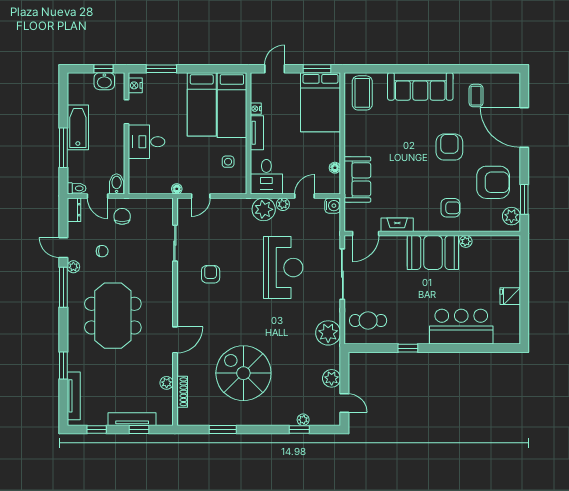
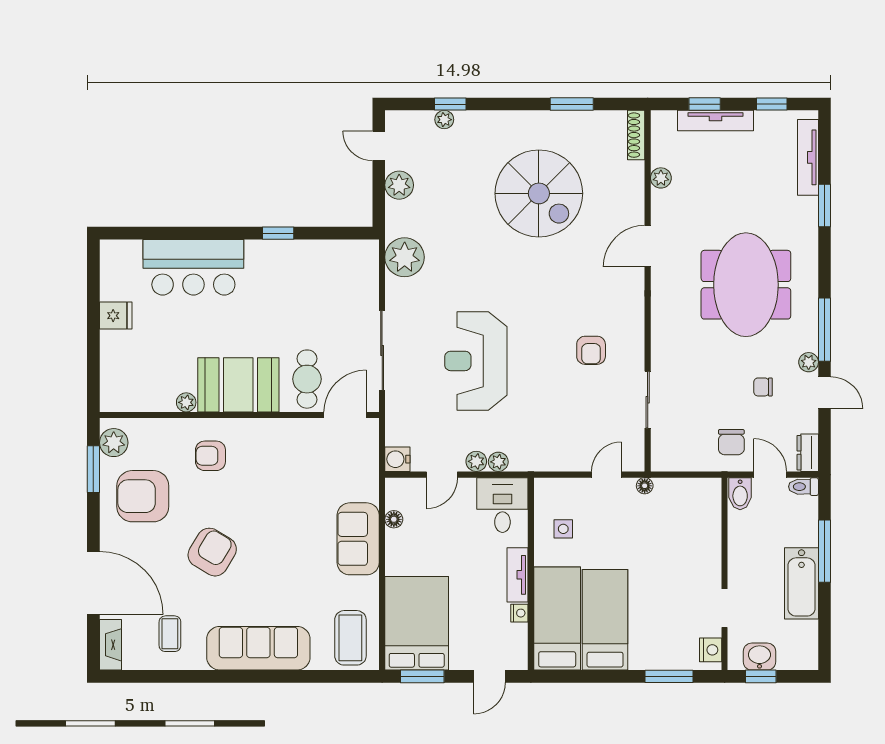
desk: (146, 142) -> (693, 561), removed
armchair: (449, 147) -> (212, 552), turned -149
sofa: (357, 179) -> (358, 539), moved
plant: (264, 209) -> (498, 462), width x0.53, depth x0.53
fireplace: (397, 225) -> (110, 645), moved, turned -90
cafe table: (368, 320) -> (307, 379), moved, turned 90
shoe rack: (182, 392) -> (636, 135), moved

